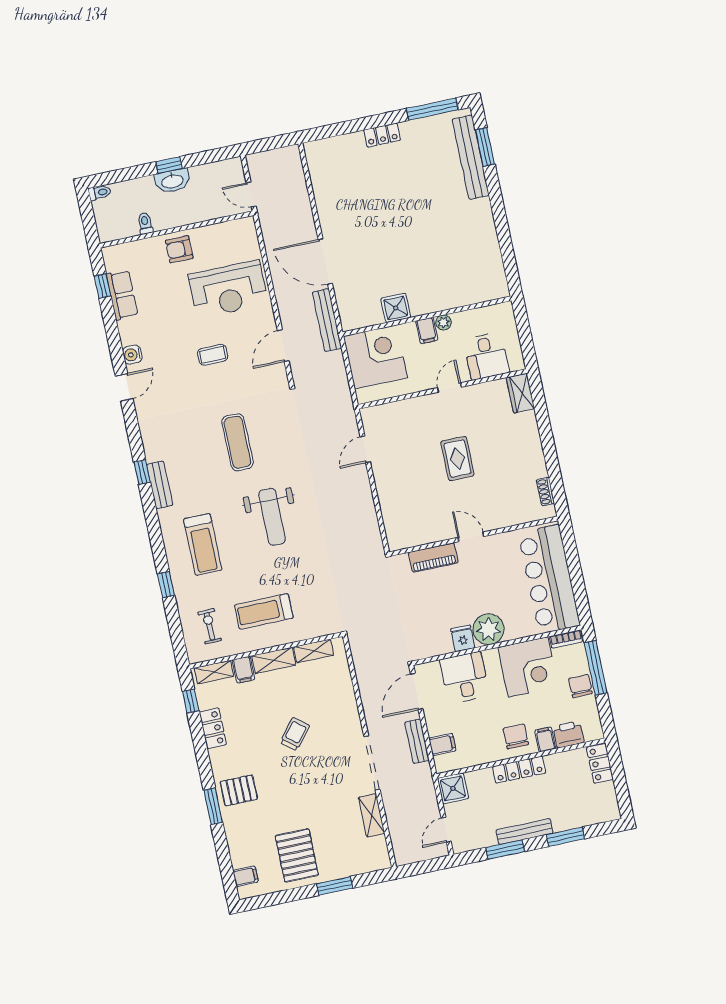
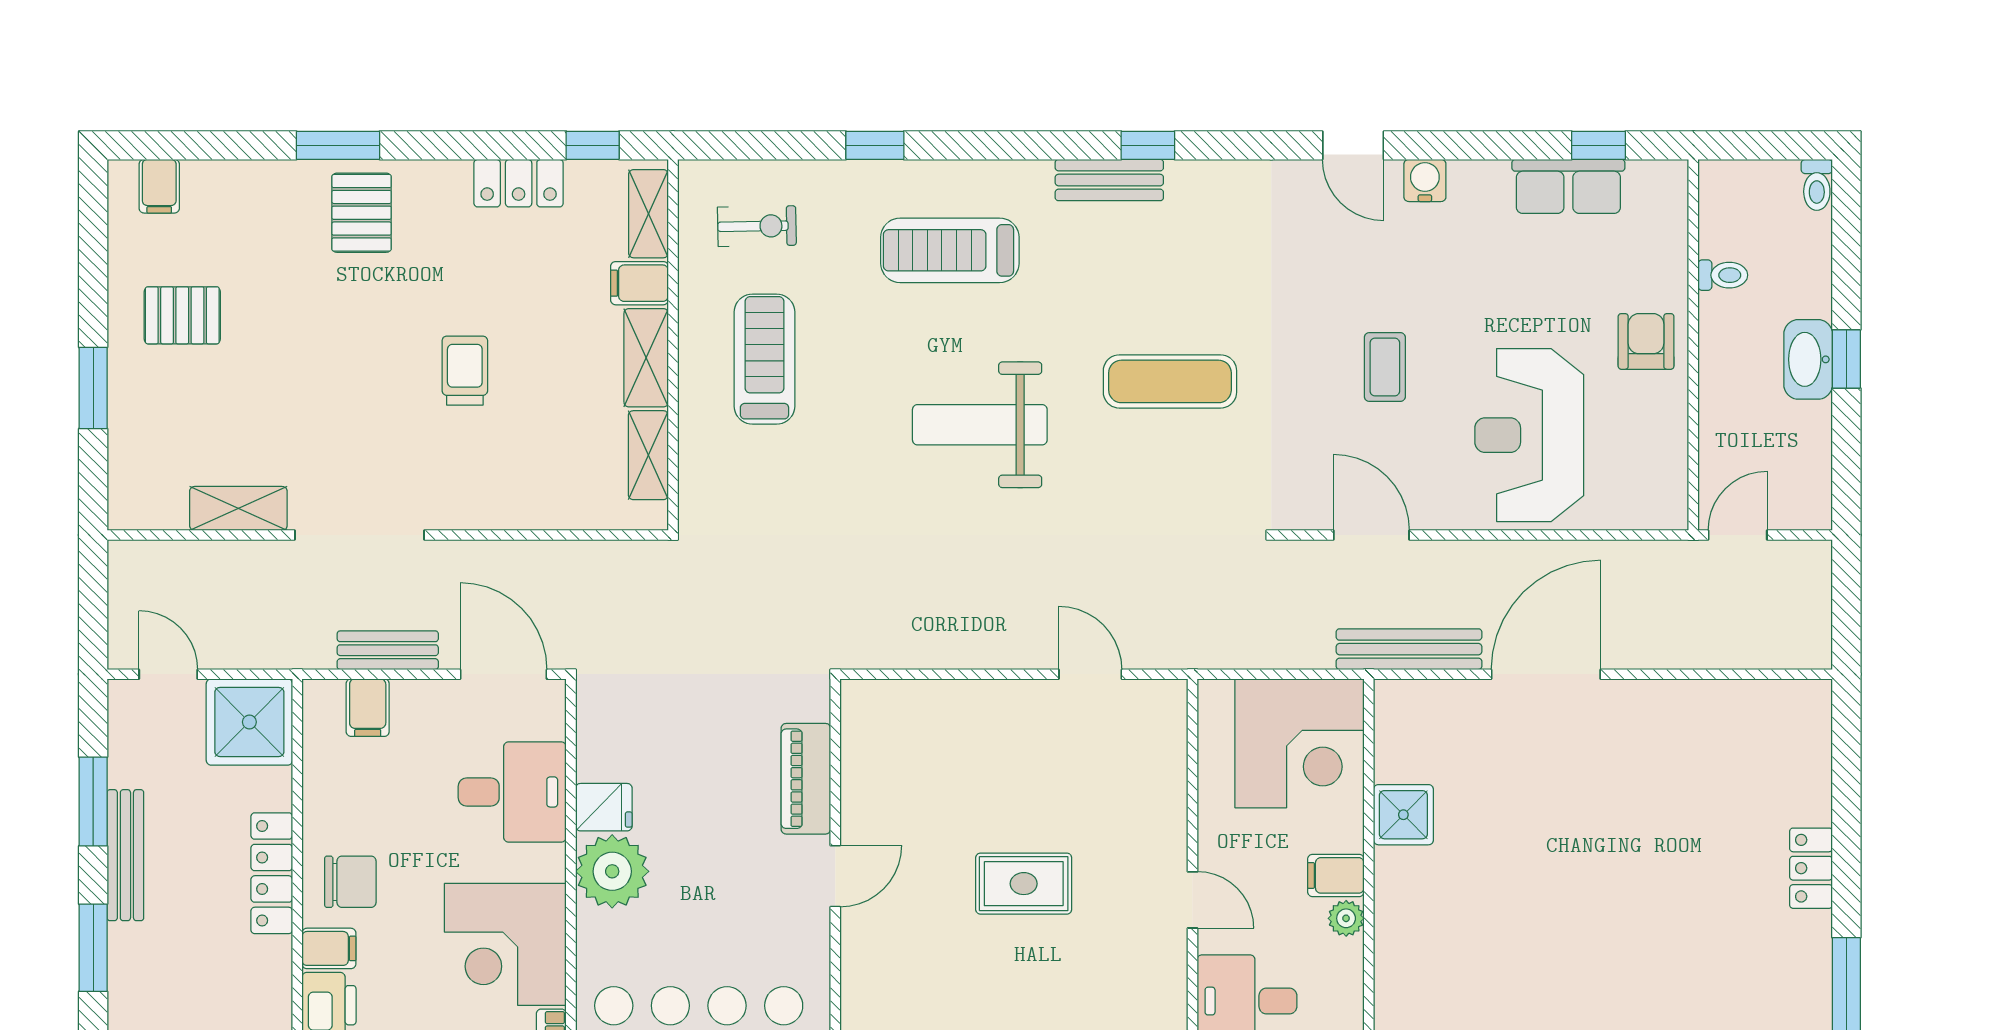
trolley: (295, 734) -> (465, 371), turned -129
shower: (453, 788) -> (249, 722), width x1.36, depth x1.36
pallet: (297, 855) -> (182, 315), width x0.67, depth x0.71

